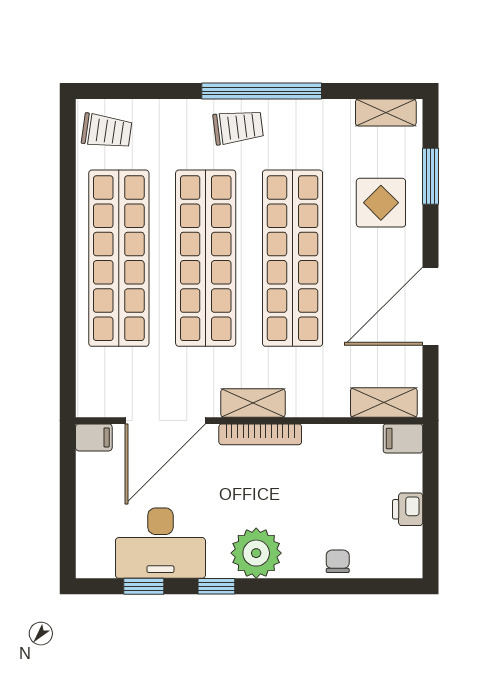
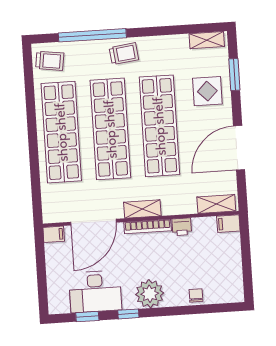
window: (262, 91) -> (92, 35), moved
printer: (408, 509) -> (182, 227), moved, turned -90

